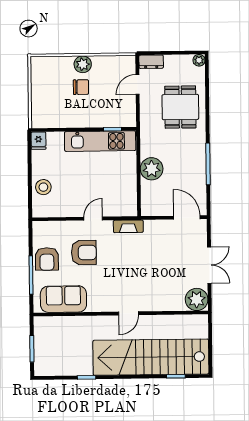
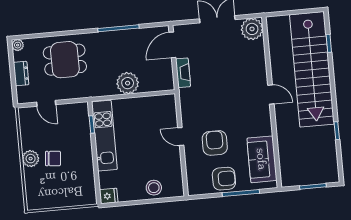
dresser: (151, 62) -> (21, 74), moved
chair: (81, 87) -> (53, 159), turned 95
fireplace: (128, 226) -> (183, 73), moved

